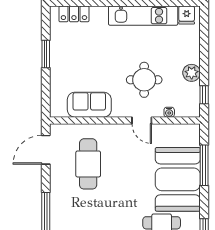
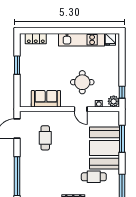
plant: (192, 73) -> (114, 101), moved
cafe table: (88, 164) -> (45, 138), width x0.73, depth x0.74

